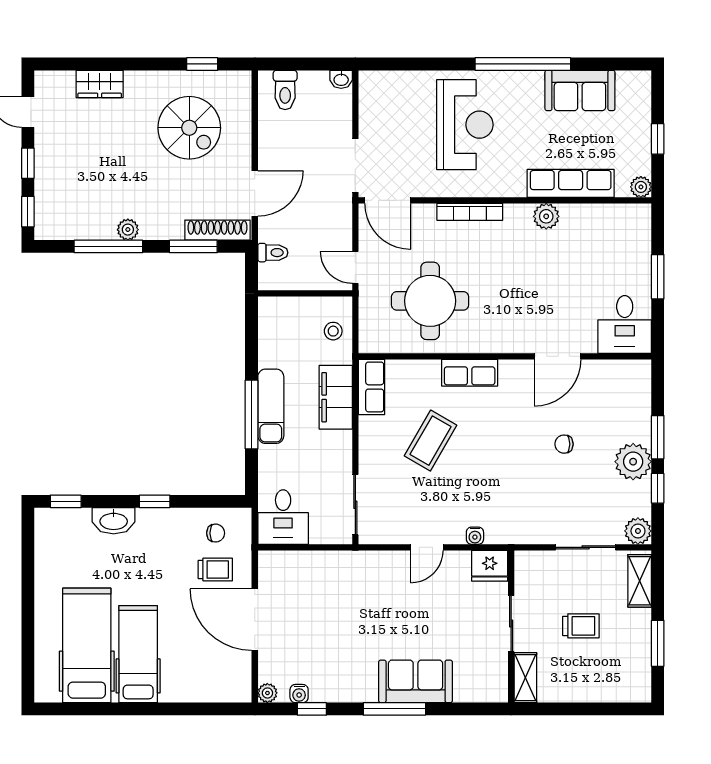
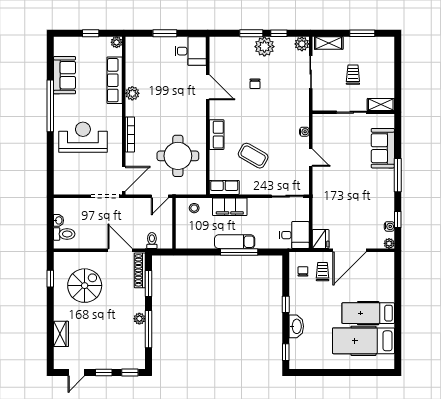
washbasin: (341, 79) -> (59, 220), moved
fridge: (490, 566) -> (321, 239), moved
sofa: (416, 681) -> (383, 148), moved

